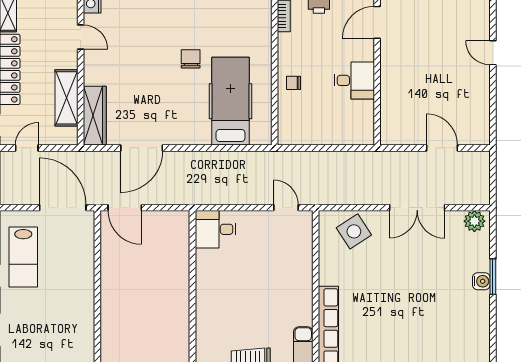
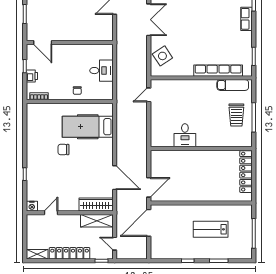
desk: (354, 80) -> (101, 71), moved, turned 90
shelving: (66, 98) -> (97, 221), moved
desk: (216, 229) -> (185, 135), moved
lab bench: (23, 257) -> (211, 229), moved, turned 180

